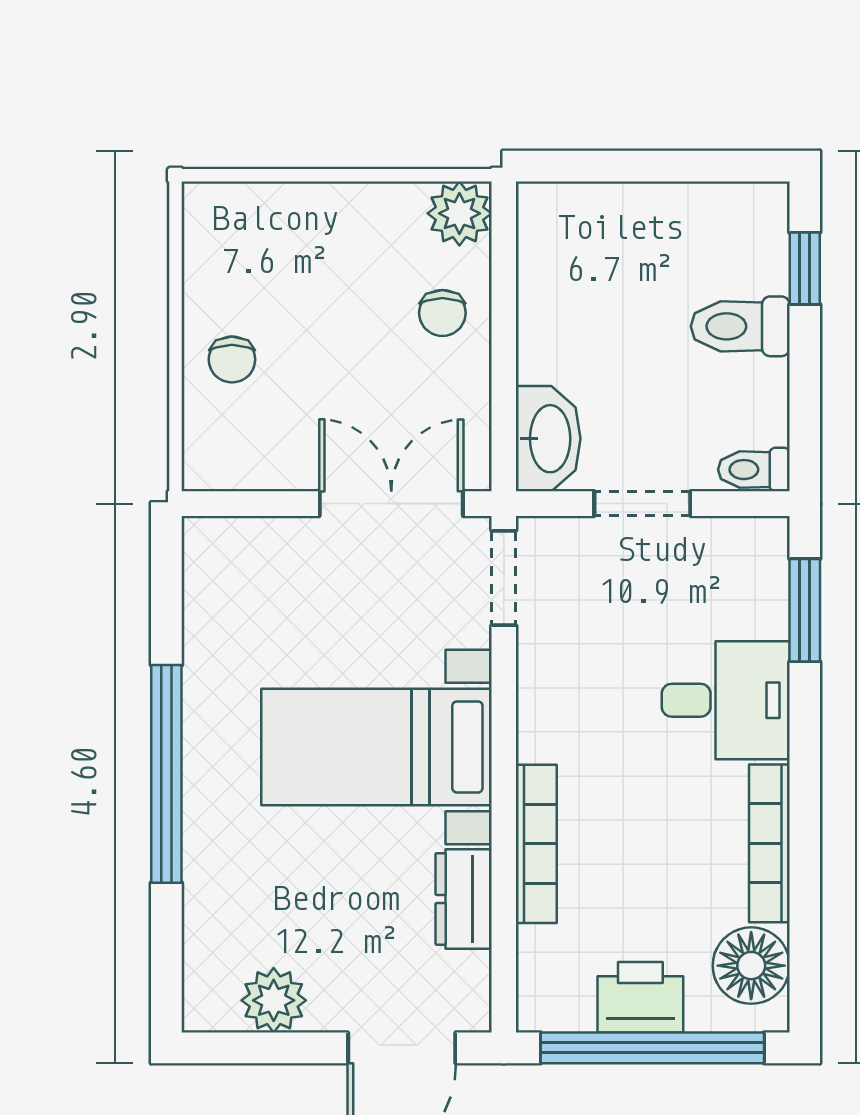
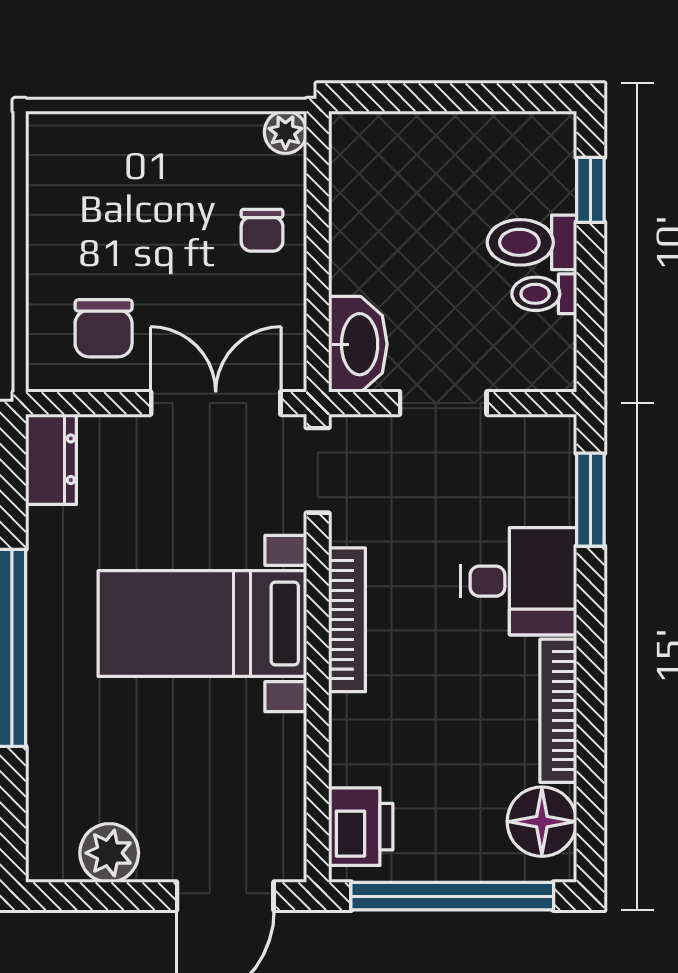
plant: (459, 213) -> (285, 132), width x0.73, depth x0.73
chair: (232, 359) -> (104, 328), moved, width x1.37, depth x1.37
toilet: (754, 470) -> (544, 294), moved
bookcase: (536, 844) -> (347, 620), moved
dresser: (464, 899) -> (51, 459), moved, turned 180
printer: (640, 997) -> (361, 827), moved, turned 90

